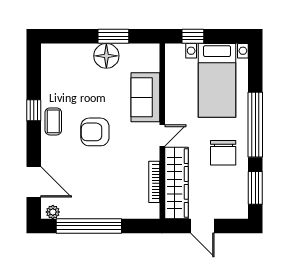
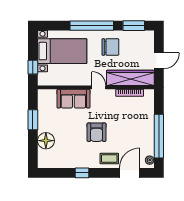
floor lamp: (106, 56) -> (46, 141), moved
coffee table: (53, 121) -> (109, 159), moved

